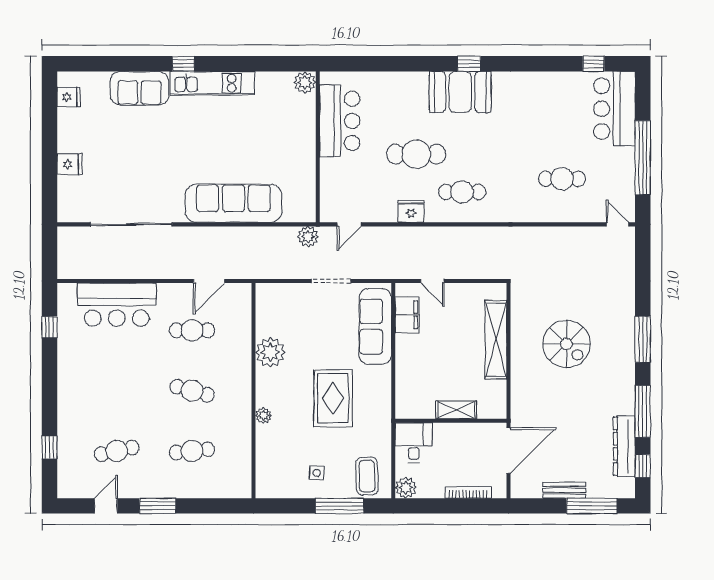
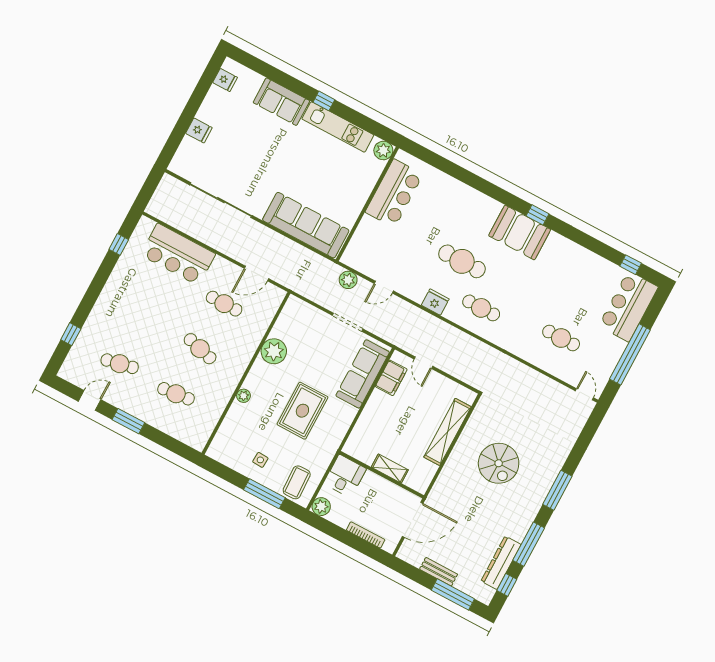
plant: (305, 82) -> (383, 150), moved
bar counter: (340, 121) -> (394, 193), moved
wall: (318, 147) -> (367, 204), moved

